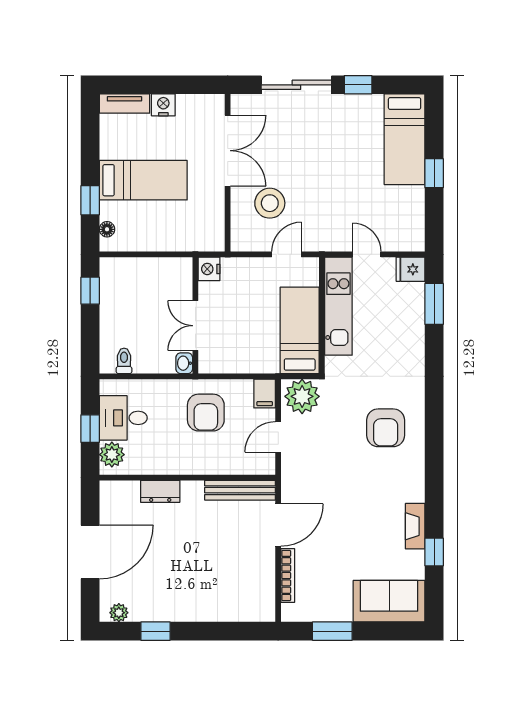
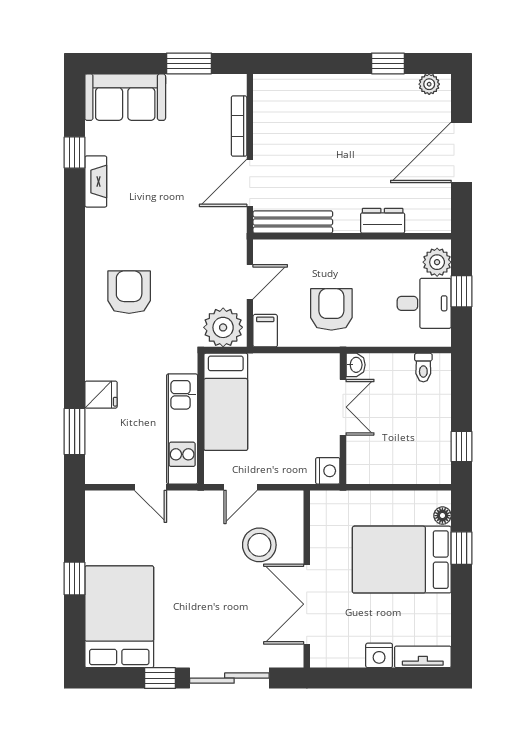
bed: (405, 139) -> (119, 617), width x1.50
bed: (143, 180) -> (402, 560), width x1.50
fridge: (411, 269) -> (101, 395), moved

